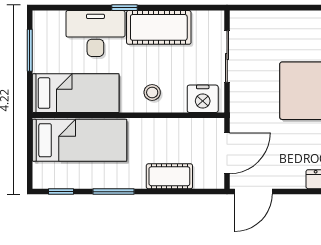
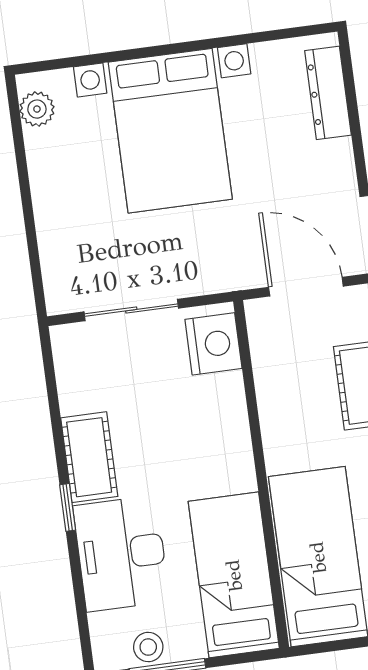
cot: (159, 27) -> (89, 457), width x0.73, depth x0.75
stool: (152, 92) -> (148, 647), moved

